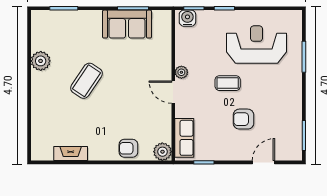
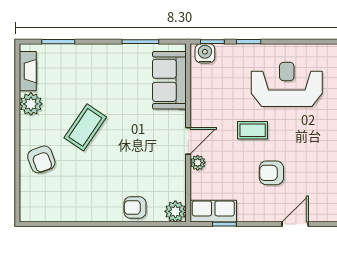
sofa: (127, 24) -> (169, 80), moved, turned 90
plant: (181, 72) -> (198, 163), moved
door: (173, 92) -> (188, 141), swing flipped
armchair: (49, 108) -> (41, 159), added
row of seats: (184, 138) -> (213, 211), moved, turned -90
fireplace: (71, 154) -> (28, 71), moved, turned 90

